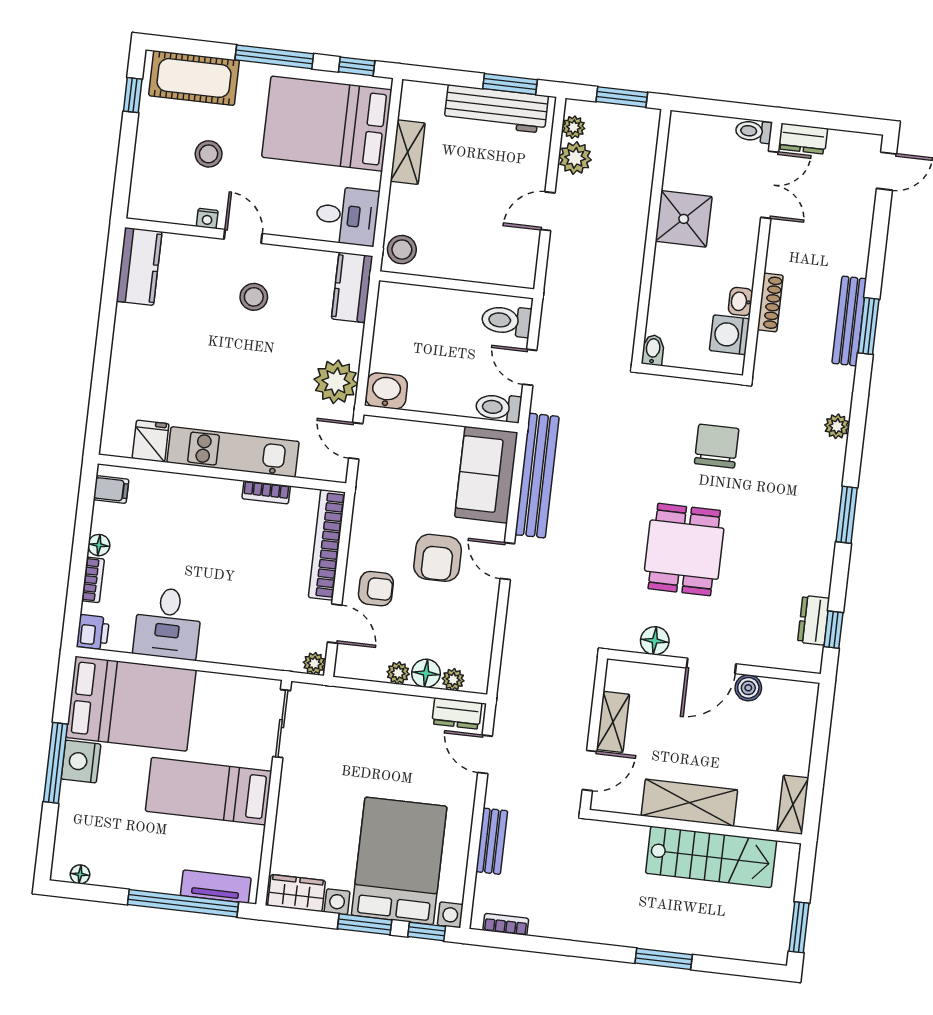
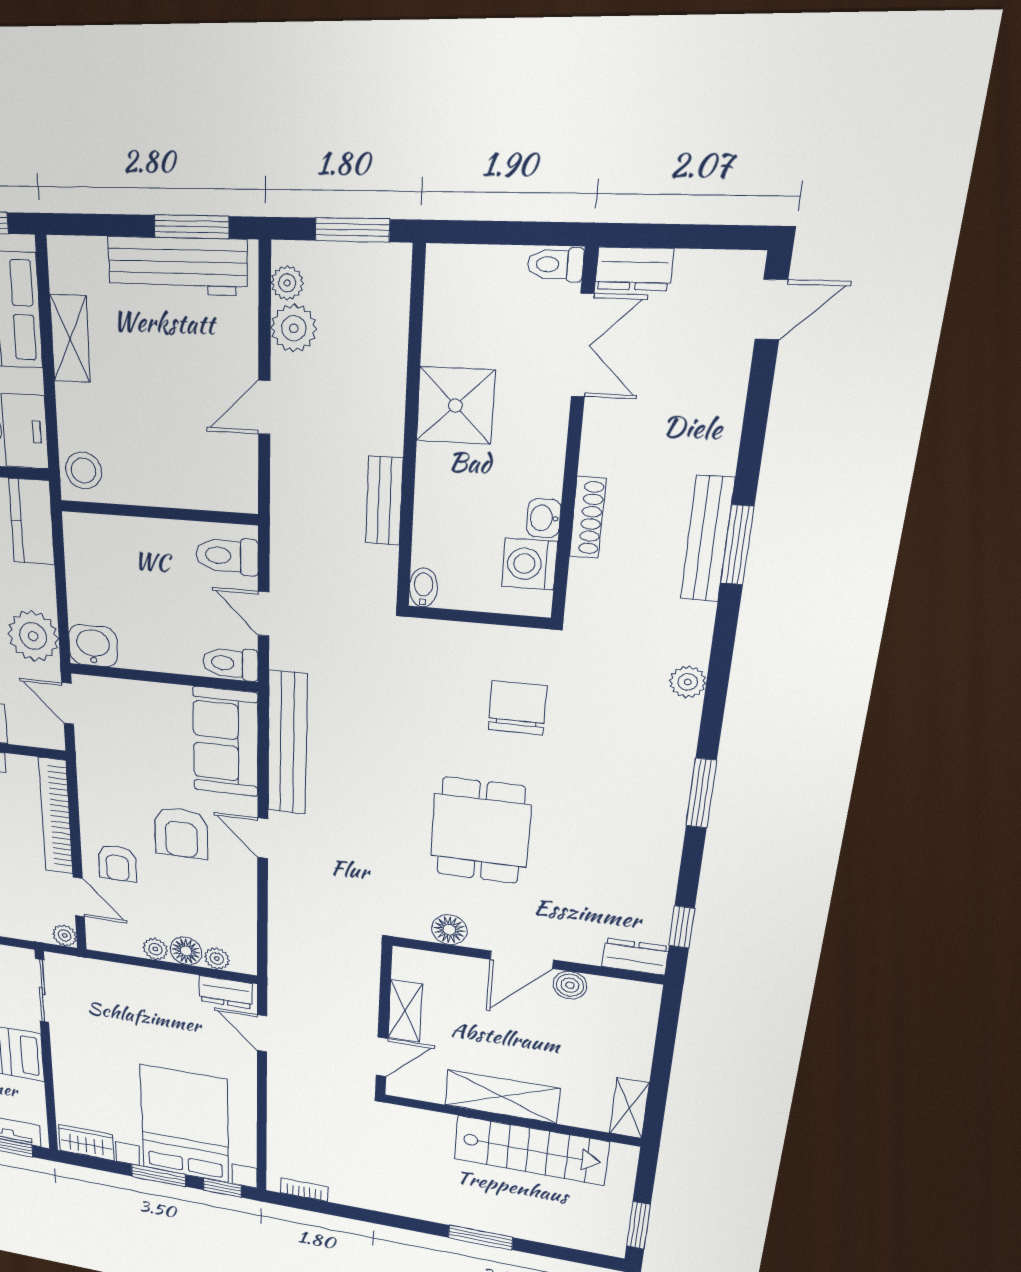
armchair: (376, 589) -> (117, 863), turned 90
dresser: (814, 620) -> (635, 957), moved, turned 90
bench: (492, 841) -> (384, 501), moved

